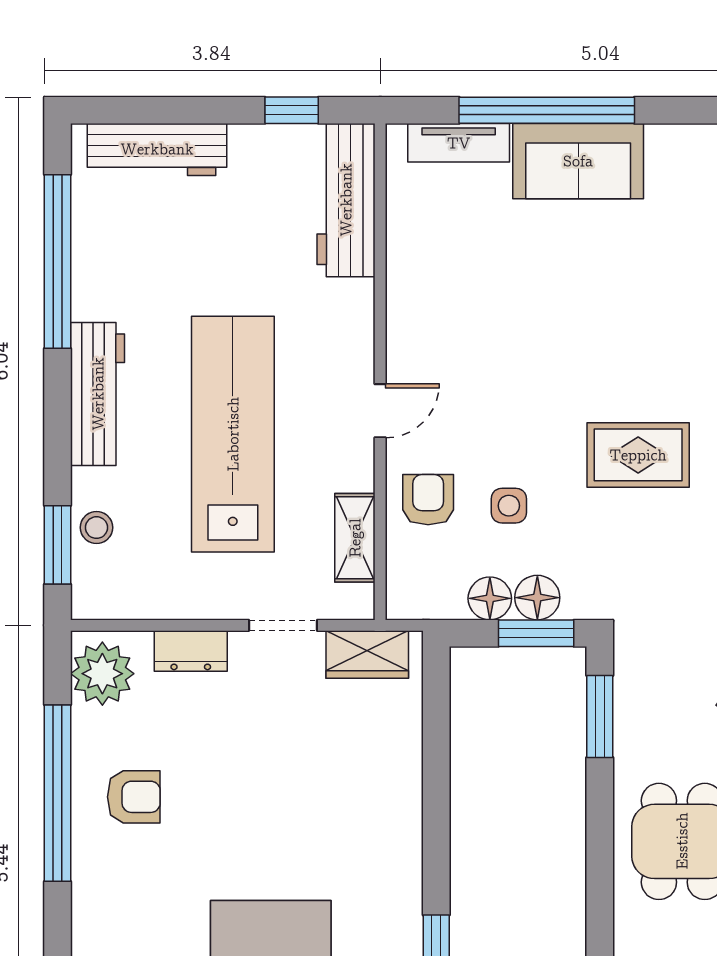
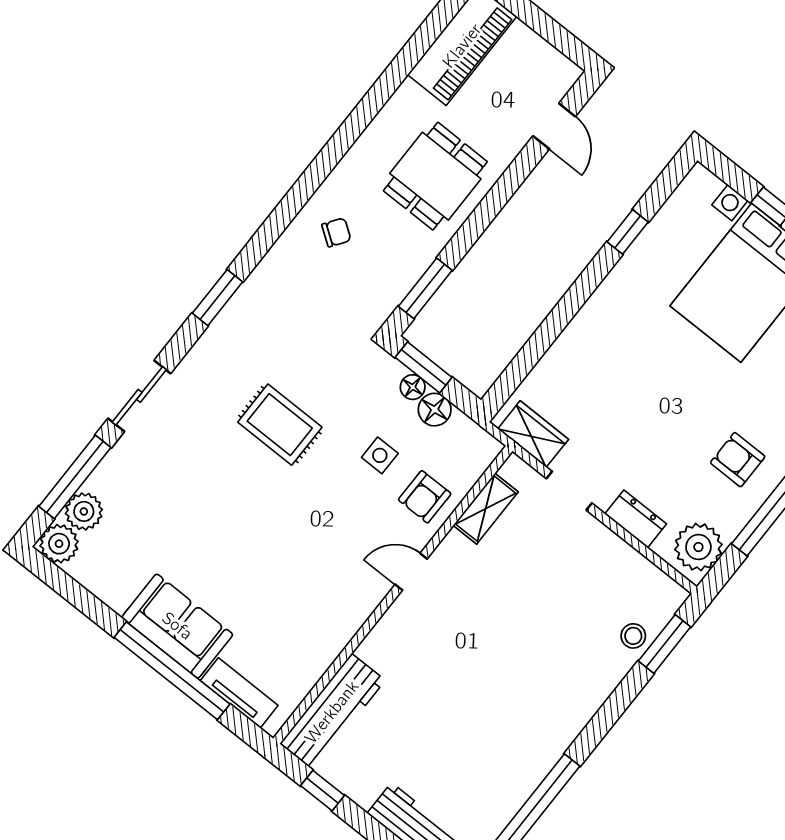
workbench: (98, 394) -> (570, 714), removed
lab bench: (233, 434) -> (509, 627), removed
floor lamp: (537, 598) -> (413, 387), width x0.73, depth x0.73

